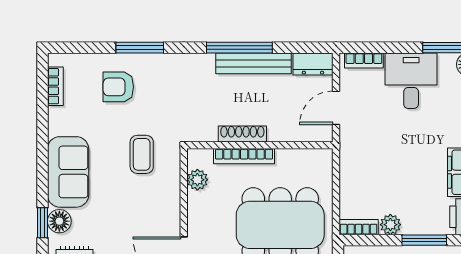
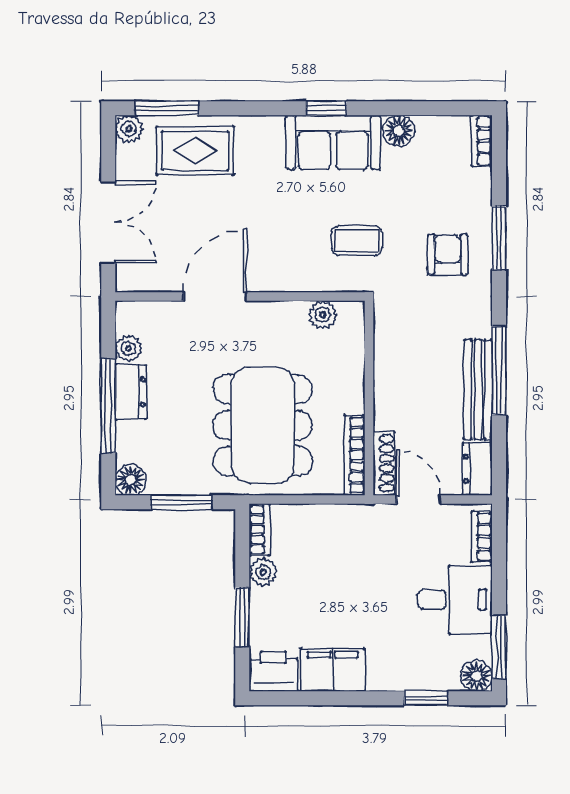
bookcase: (55, 86) -> (482, 141), moved, turned 90
armchair: (118, 87) -> (448, 254), moved
shoe rack: (242, 134) -> (384, 463), moved
bookcase: (244, 156) -> (354, 455), moved
floor lamp: (59, 221) -> (399, 131), moved
window: (42, 223) -> (326, 108), moved

